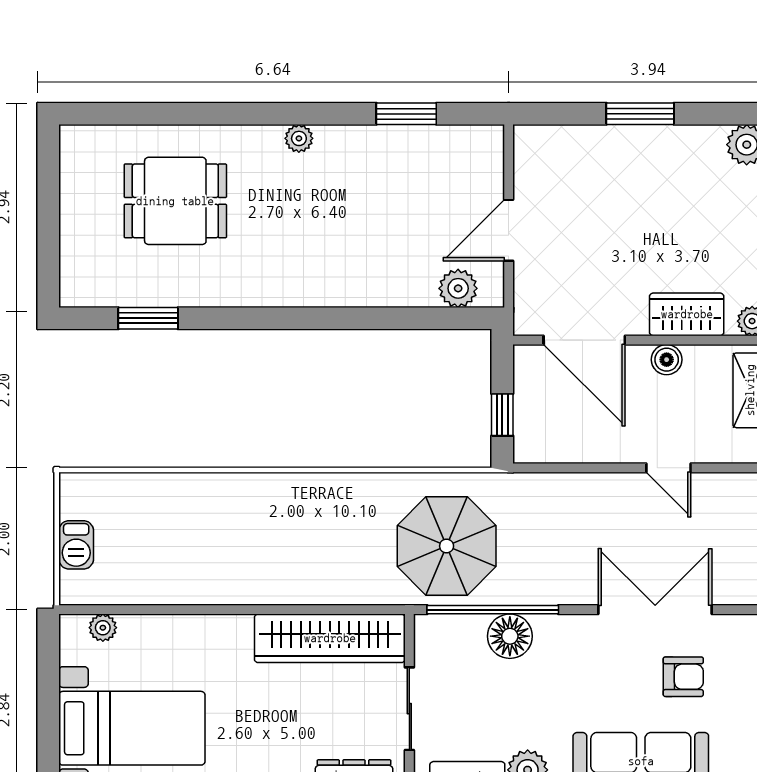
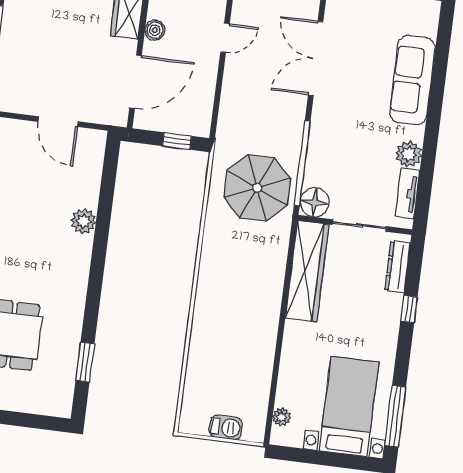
plant: (458, 288) -> (84, 221), moved
floor lamp: (510, 636) -> (315, 202), moved
armchair: (683, 677) -> (361, 46), removed

